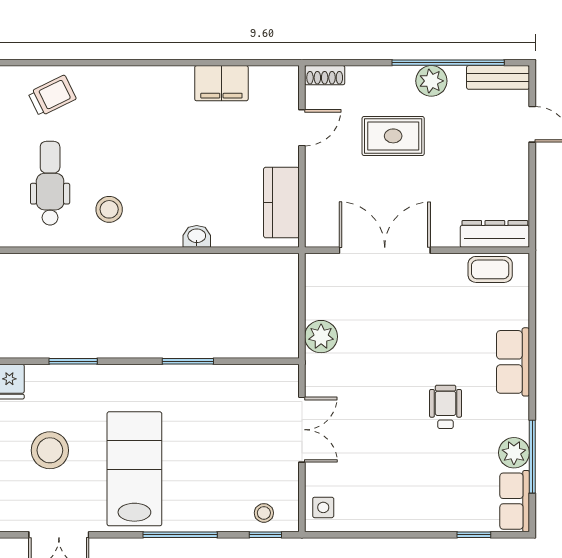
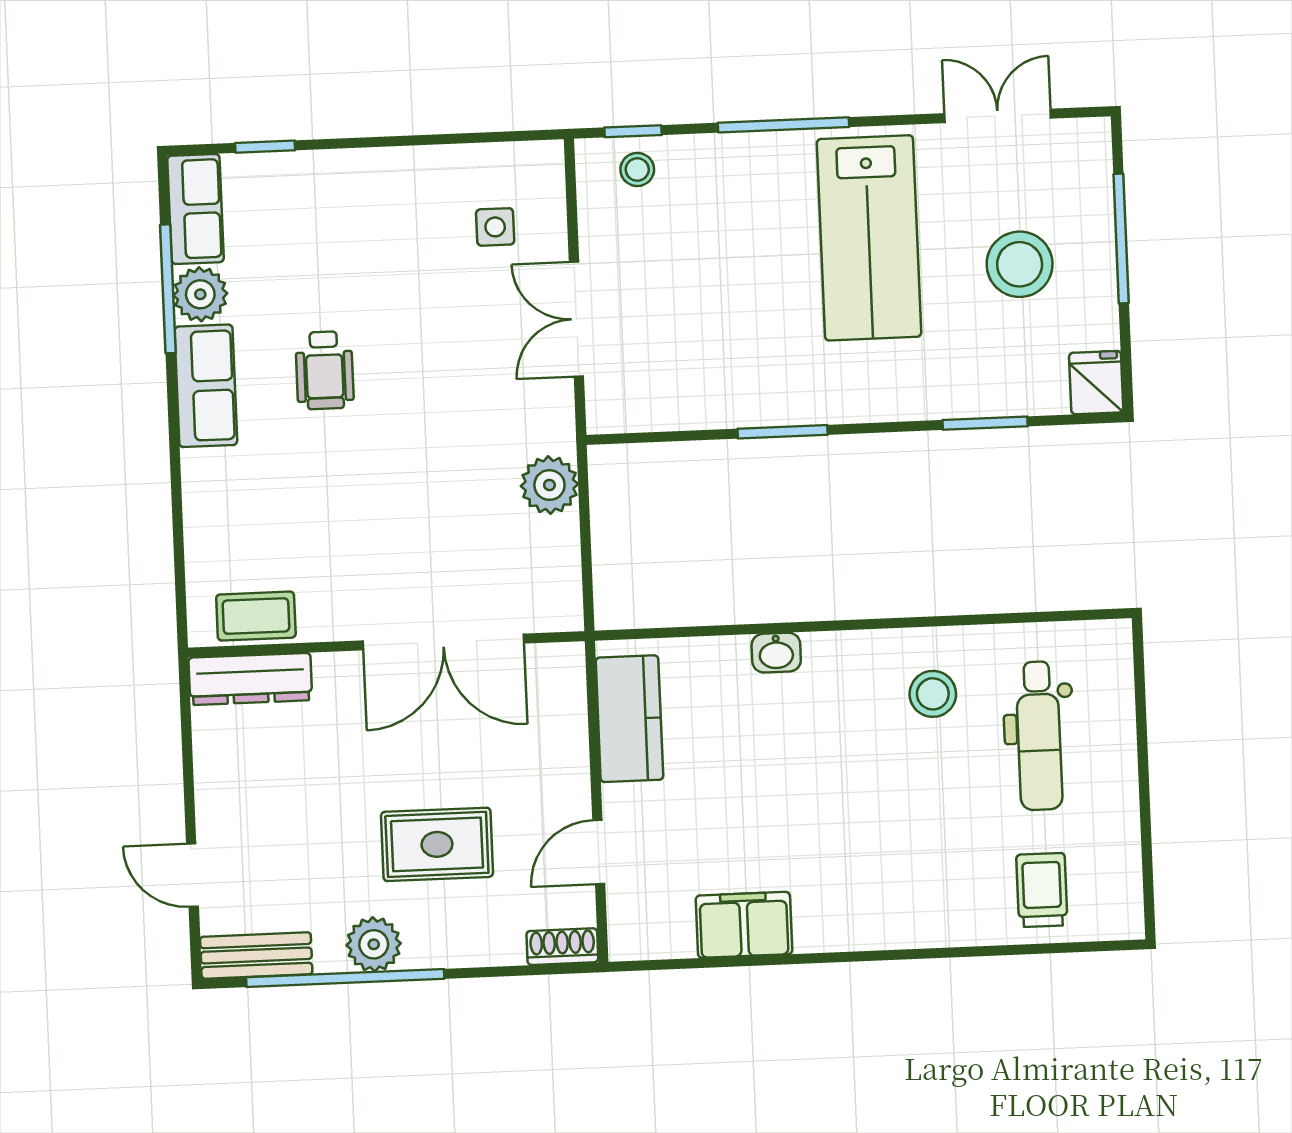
trolley: (52, 96) -> (1042, 890), turned 116
row of seats: (513, 362) -> (206, 386), moved
side table: (323, 507) -> (495, 227), moved

